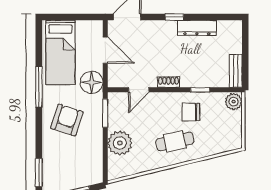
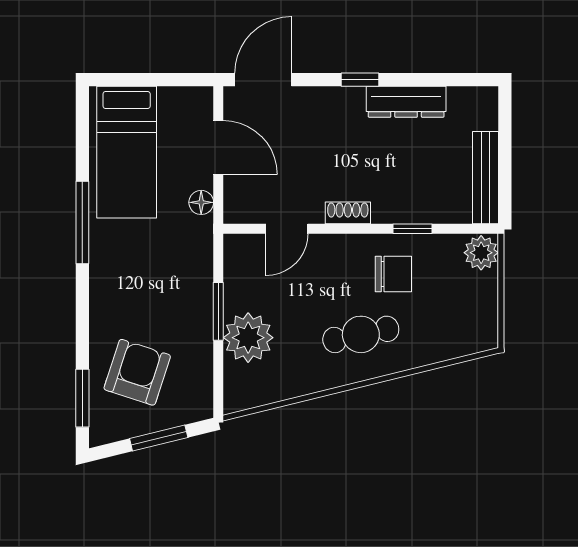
bench: (236, 71) -> (485, 178), width x1.36
floor lamp: (92, 82) -> (201, 202), width x0.53, depth x0.53
chair: (191, 112) -> (393, 274), turned 180
window: (105, 113) -> (218, 311), moved
armchair: (67, 120) -> (137, 372), moved

